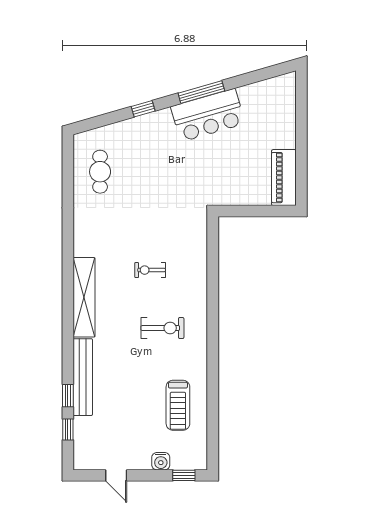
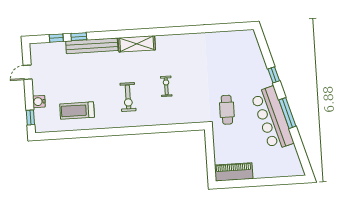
bar counter: (208, 115) -> (272, 118), width x1.36
cafe table: (100, 172) -> (227, 110), moved, turned 90
shelving: (84, 297) -> (137, 44), width x0.68

